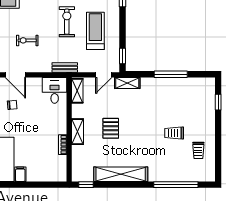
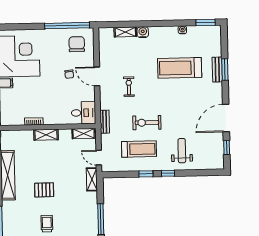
exercise bike: (67, 22) -> (147, 123), turned 180
window: (123, 56) -> (146, 174), moved
door: (15, 75) -> (97, 76), hinge flipped
pallet: (111, 128) -> (44, 190), moved

